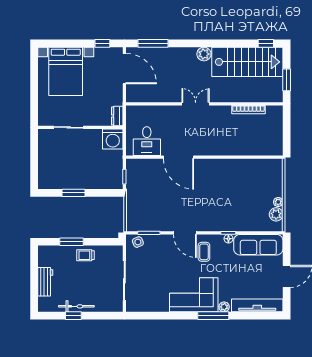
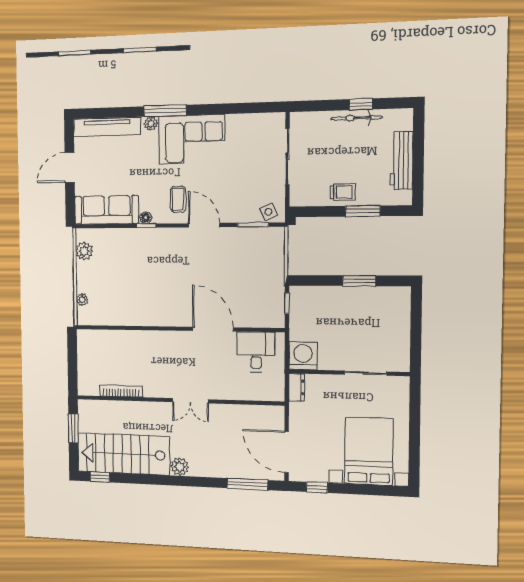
plant: (278, 202) -> (82, 300), moved
workbench: (45, 282) -> (402, 161), width x1.38

